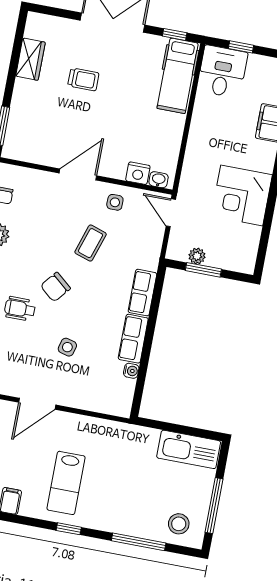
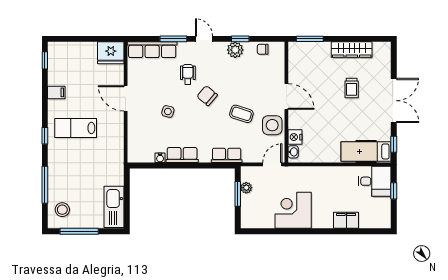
wardrobe: (30, 59) -> (352, 50), width x1.50
side table: (115, 202) -> (272, 125), width x1.87, depth x1.87
row of seats: (142, 293) -> (227, 155), moved

